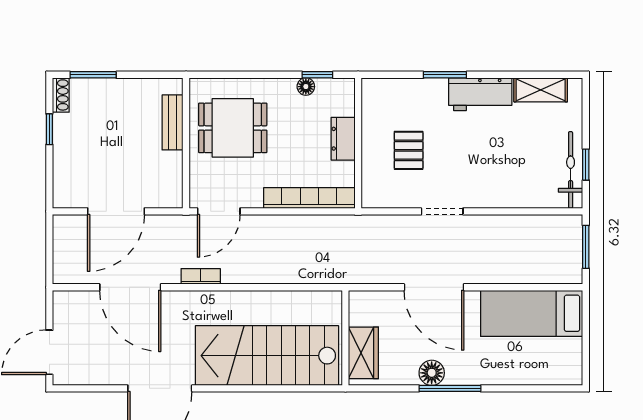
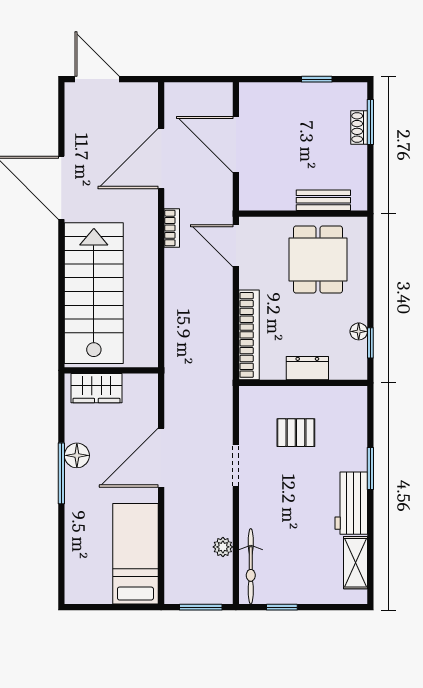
shoe rack: (61, 95) -> (359, 127), moved, turned 90
bicycle: (571, 170) -> (251, 566), moved, turned 90
plant: (525, 224) -> (223, 547), added

